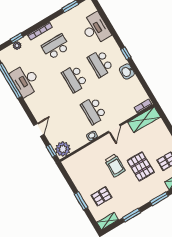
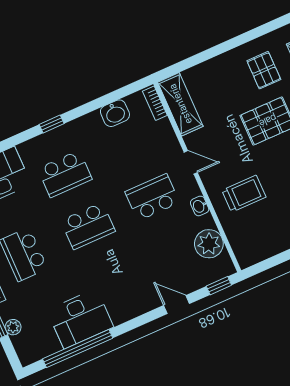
washbasin: (127, 72) -> (115, 113), moved
school desk: (94, 111) -> (152, 197), turned 180
plant: (63, 149) -> (209, 244), moved
trolley: (115, 165) -> (244, 194), moved

